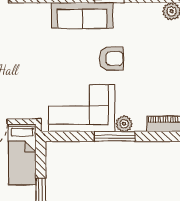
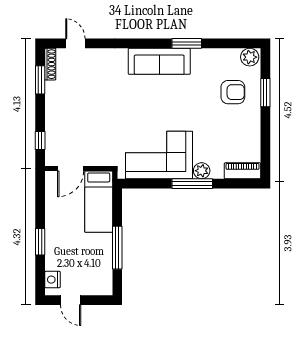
armchair: (111, 59) -> (233, 92), moved

